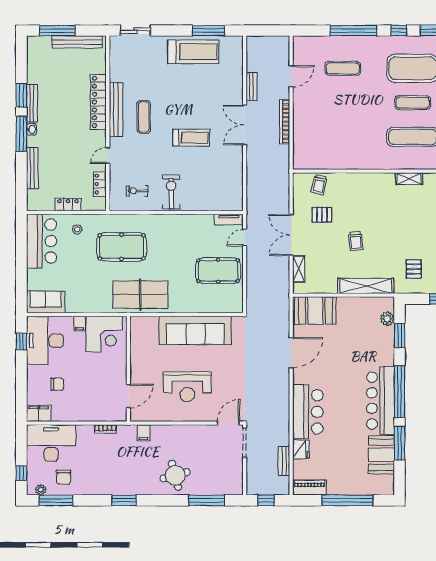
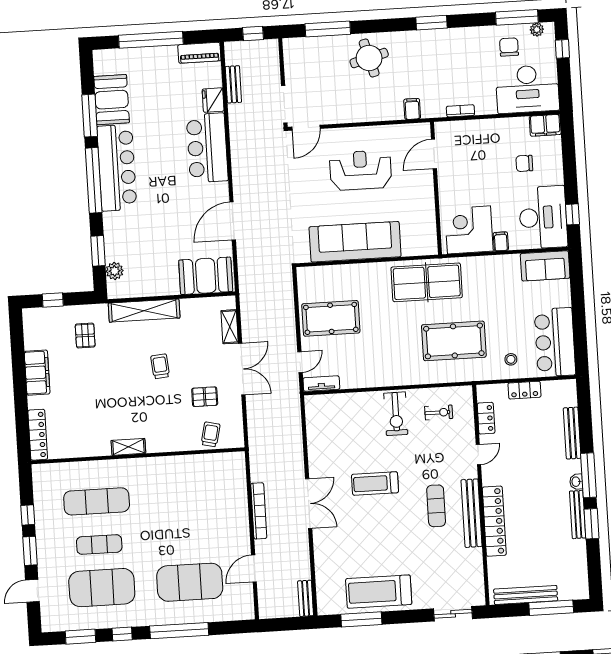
exercise mat: (343, 68) -> (190, 582), width x2.00, depth x1.45
bench: (252, 86) -> (306, 598), moved
shelving: (409, 179) -> (128, 447), moved

